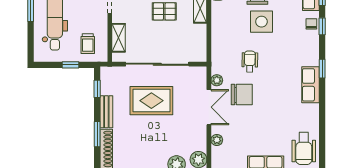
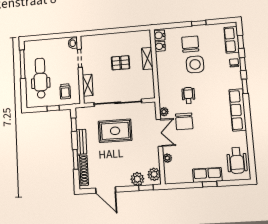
window: (322, 69) -> (245, 86), moved
row of seats: (310, 85) -> (238, 110), width x1.48
chair: (242, 95) -> (184, 121), turned 90

